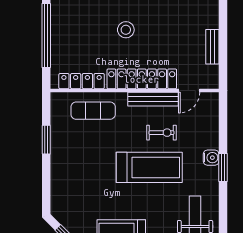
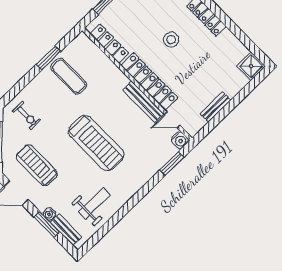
exercise mat: (93, 111) -> (69, 76), moved
exercise bike: (162, 133) -> (27, 116), moved
water cooler: (211, 158) -> (180, 140), moved
window: (223, 167) -> (172, 164), moved

